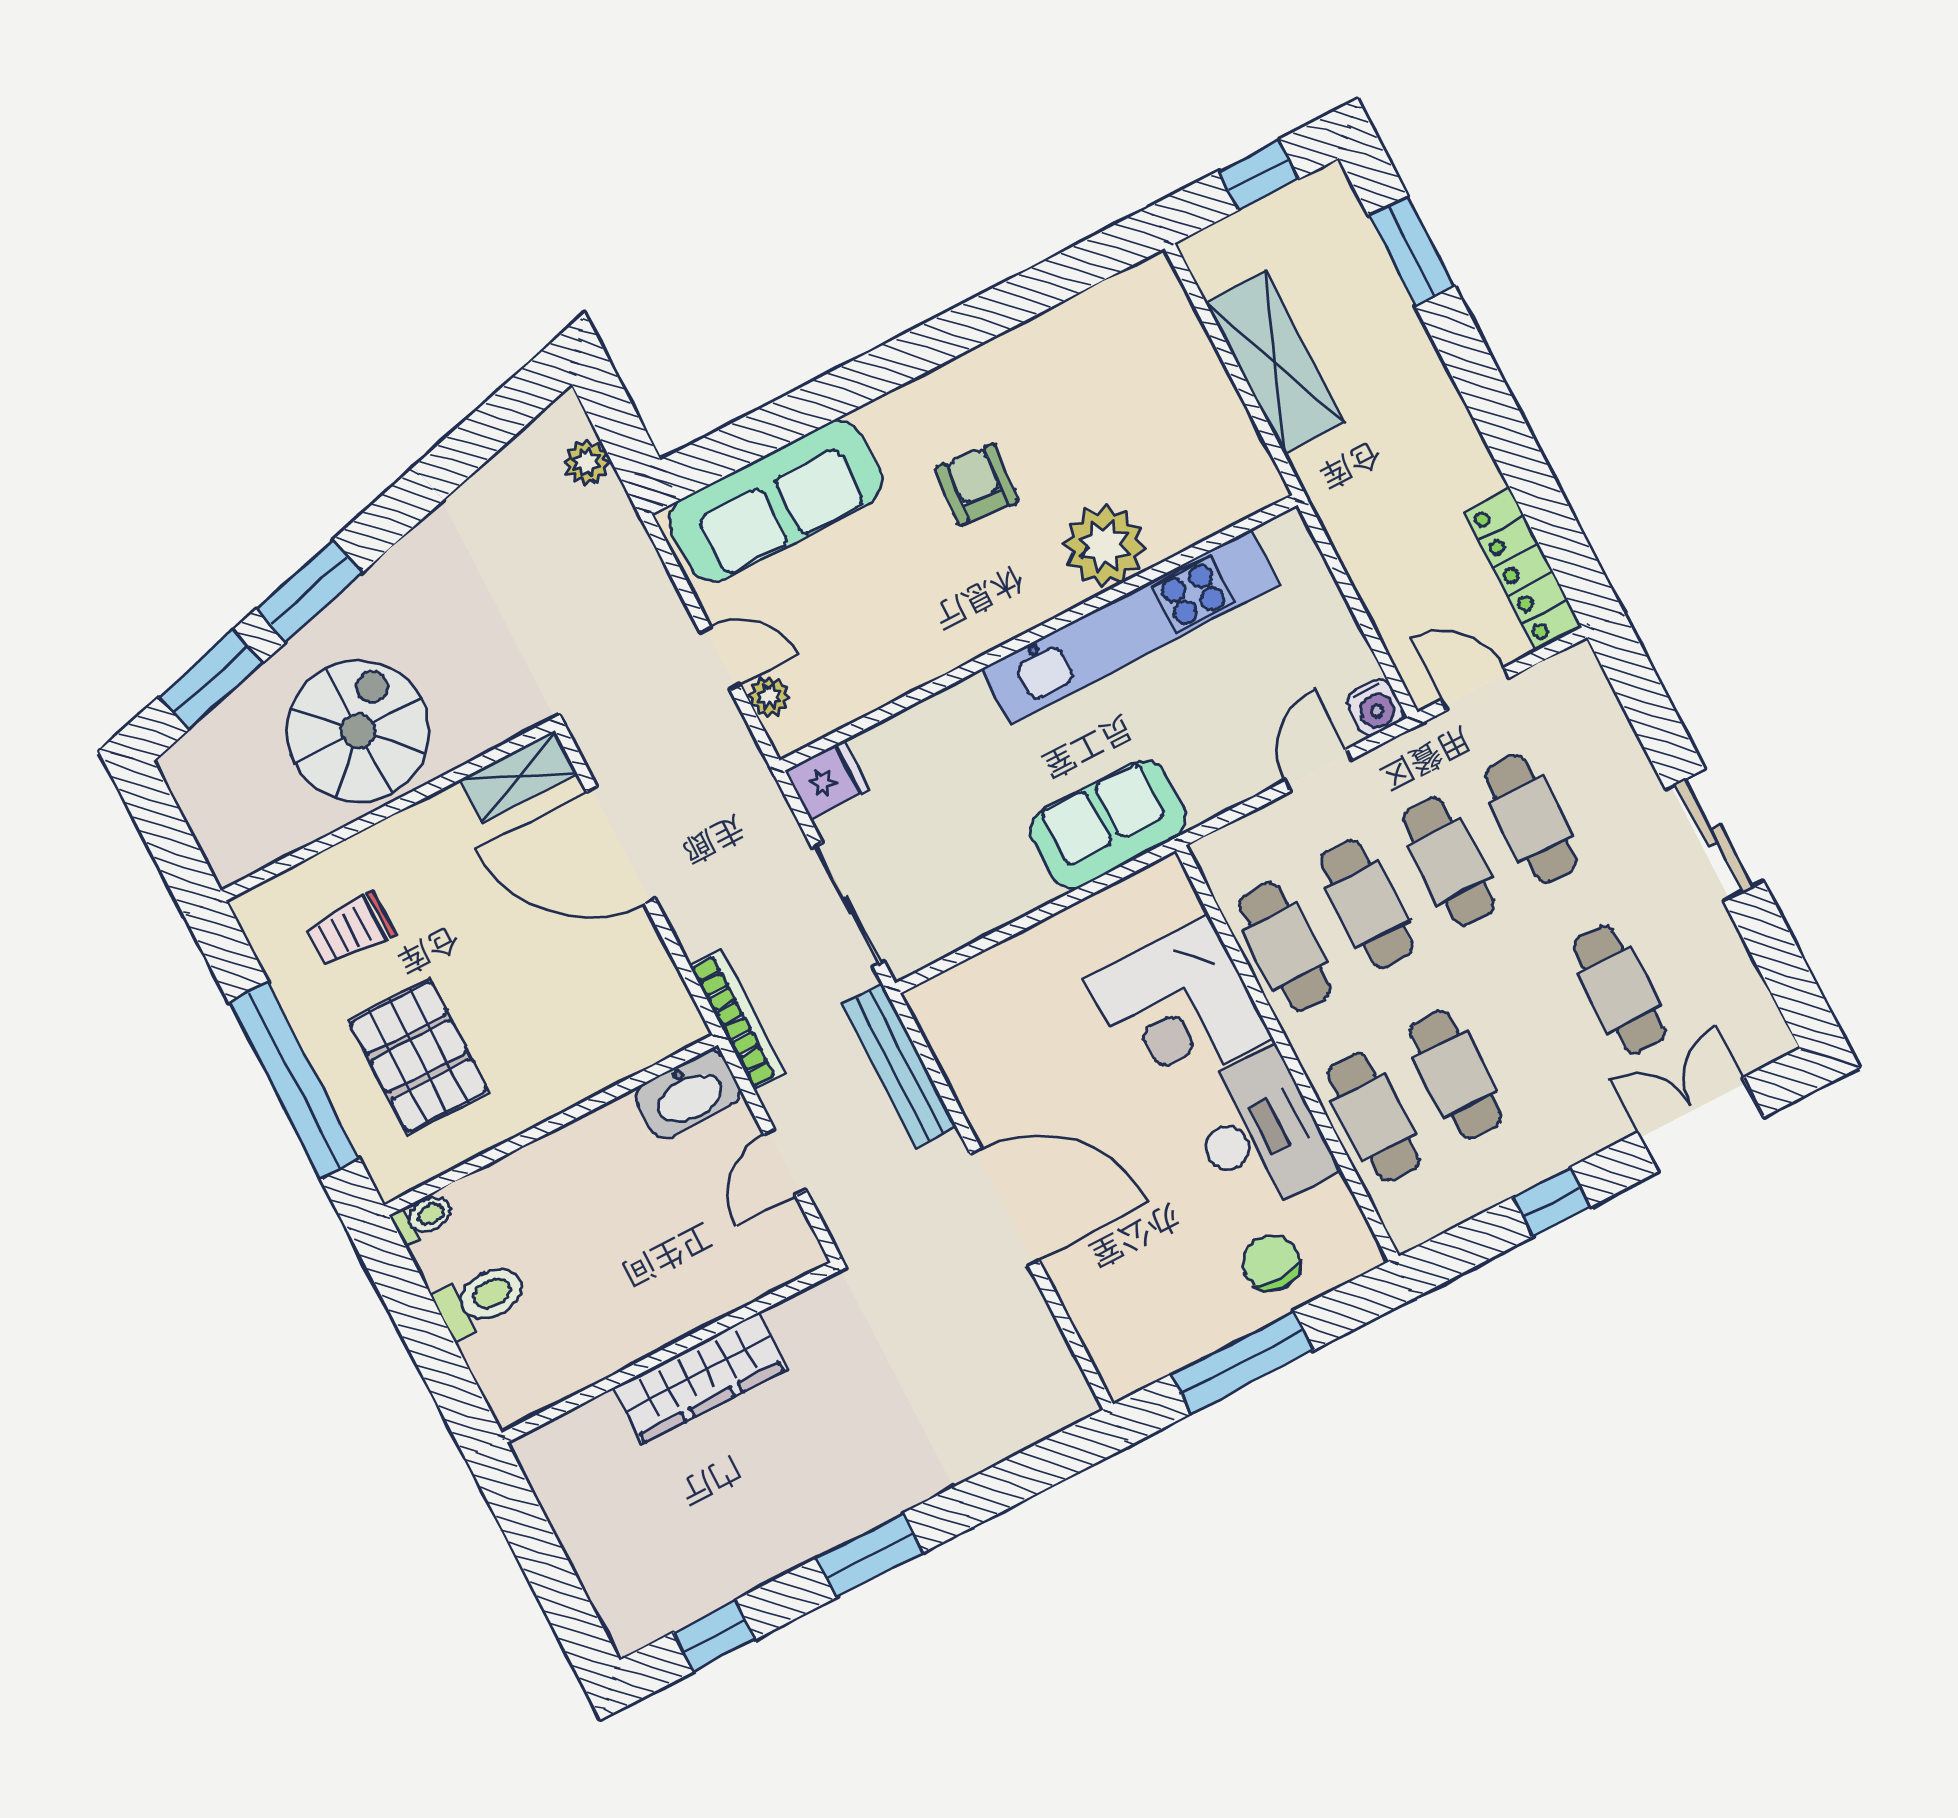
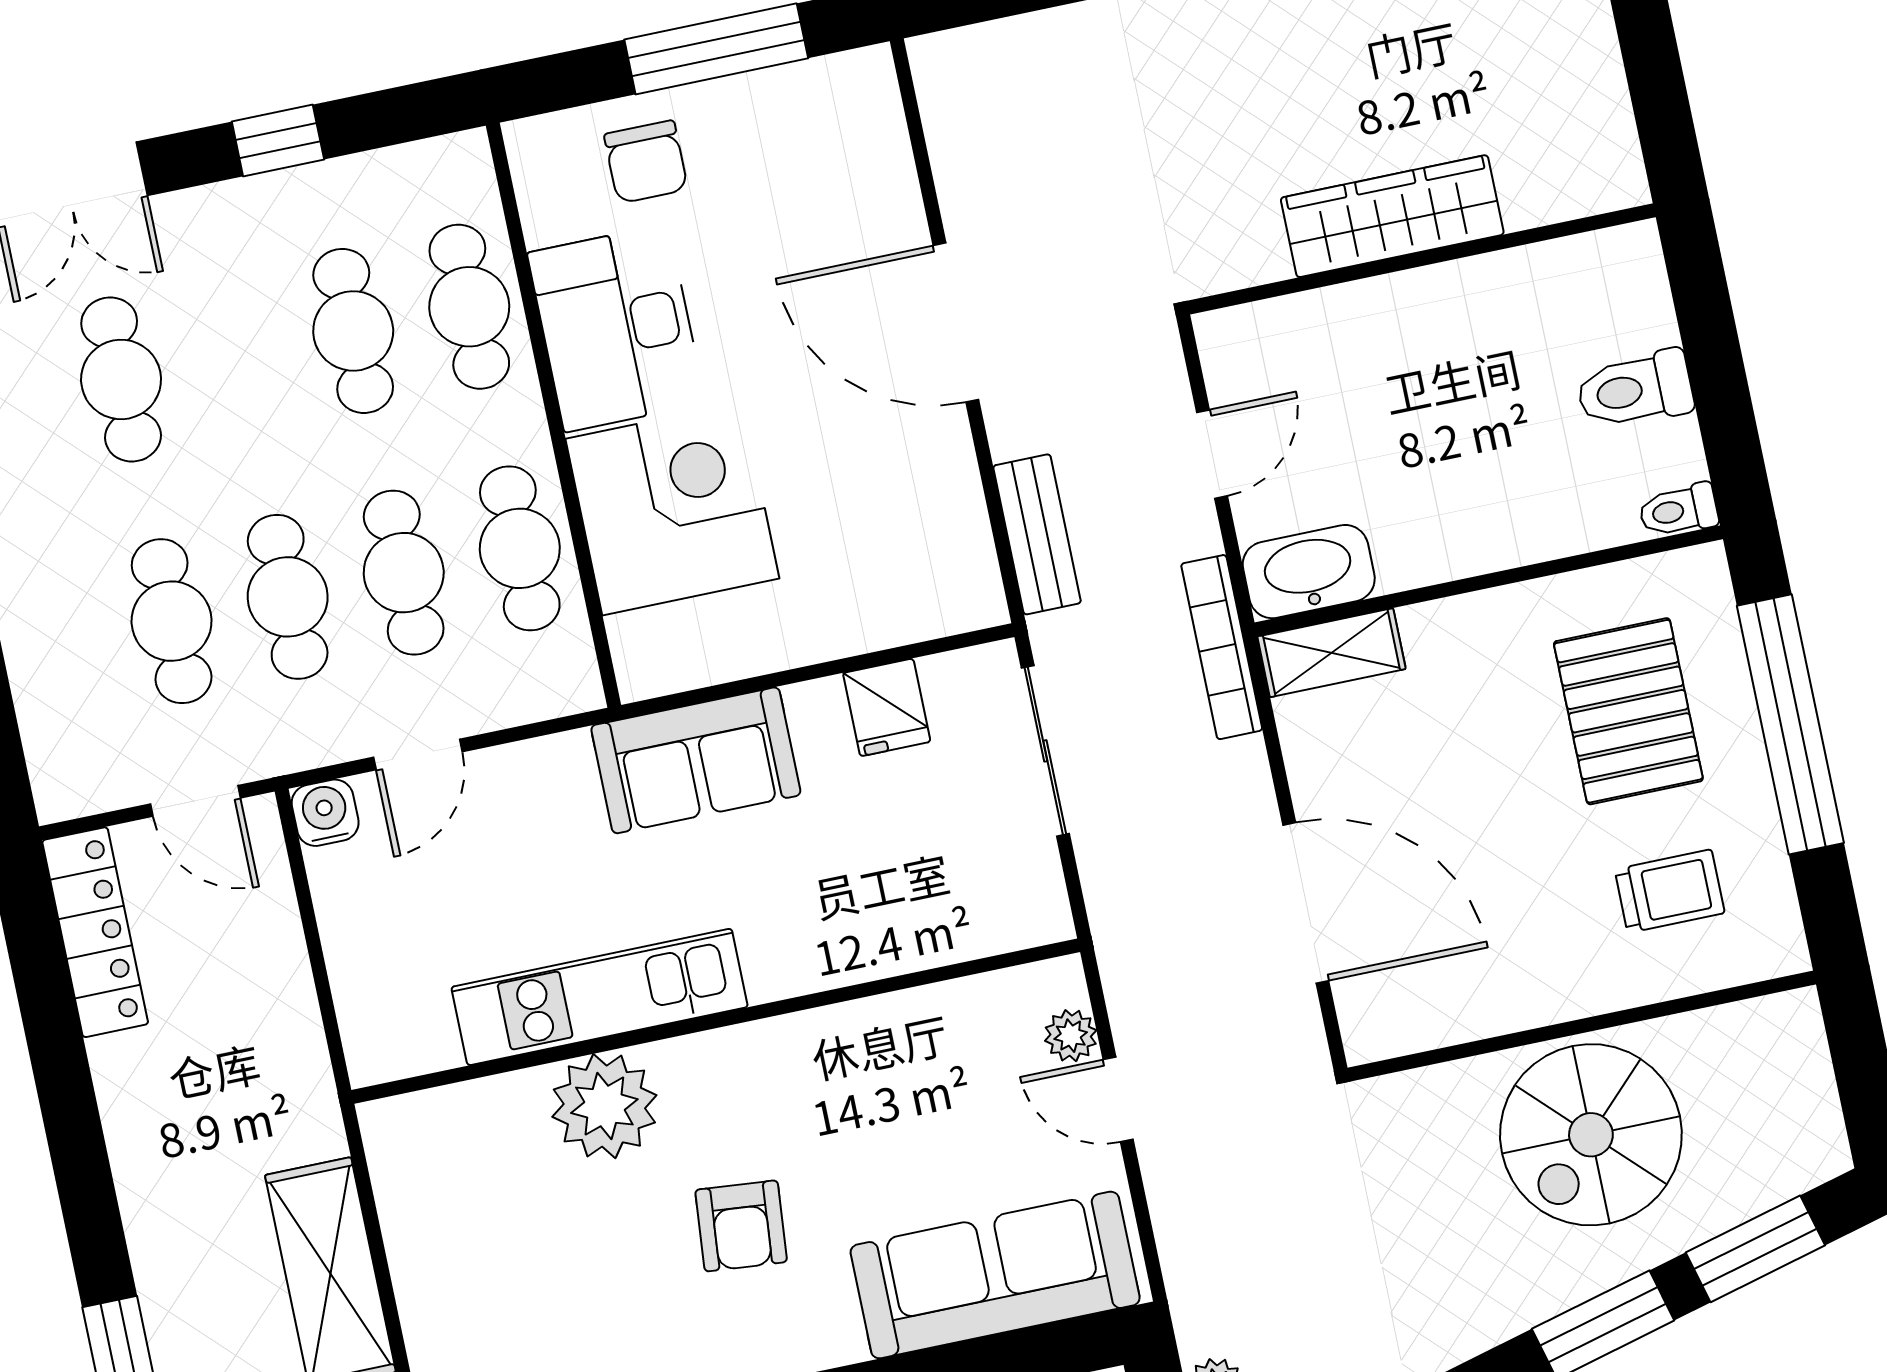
kitchen unit: (1131, 627) -> (600, 997), width x0.73
shelving: (518, 777) -> (1332, 653), moved
fridge: (827, 780) -> (887, 707), moved, turned -90
bench: (900, 1065) -> (1037, 534), width x0.73

